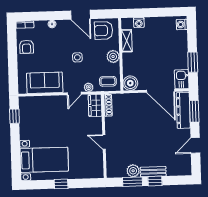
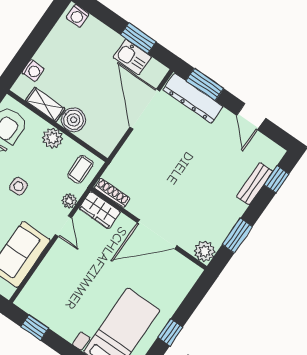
kitchen sink: (182, 79) -> (132, 57), moved
boiler: (130, 83) -> (74, 120), moved
door: (161, 91) -> (145, 109), swing flipped
door: (104, 142) -> (157, 234), width x1.87
plant: (133, 171) -> (205, 251), moved
bench: (153, 172) -> (254, 184), moved
window: (155, 181) -> (276, 179), moved

